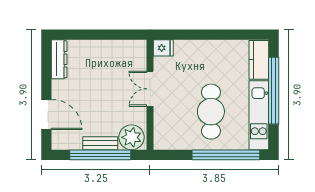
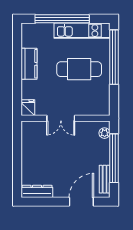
kitchen counter: (259, 60) -> (29, 64), moved, turned -90
plant: (131, 137) -> (105, 133), width x0.53, depth x0.53
bench: (100, 143) -> (105, 179), moved

